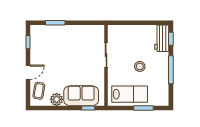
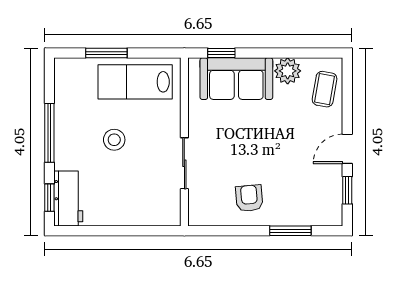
armchair: (75, 38) -> (249, 198), added
door: (28, 72) -> (347, 149), moved

